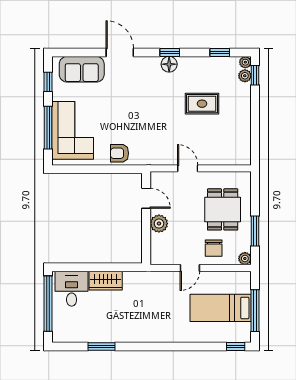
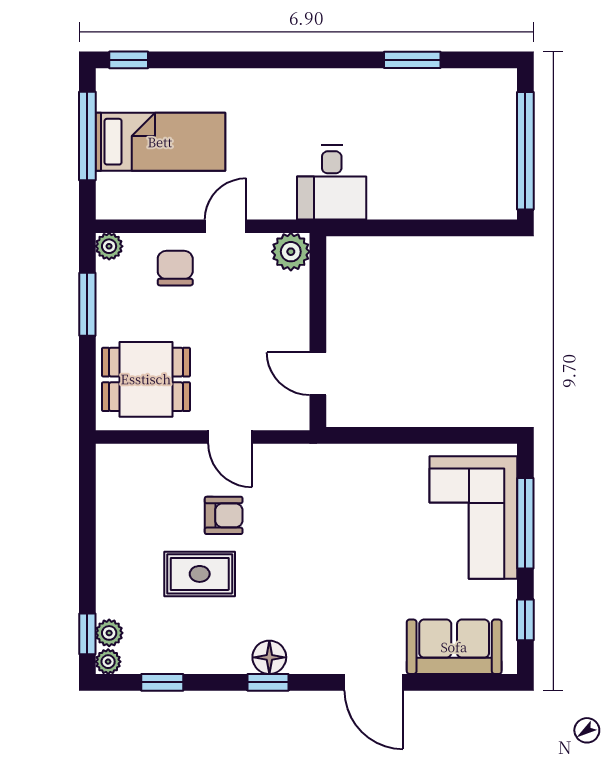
armchair: (120, 153) -> (224, 515), moved
dining table: (223, 209) -> (146, 379), moved, turned 90
plant: (159, 224) -> (291, 252), moved
wardrobe: (106, 281) -> (404, 199), removed
desk: (72, 289) -> (332, 182), moved

